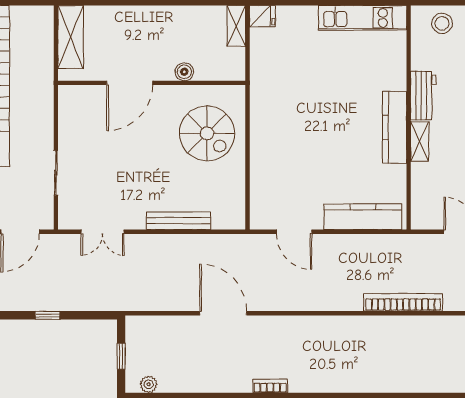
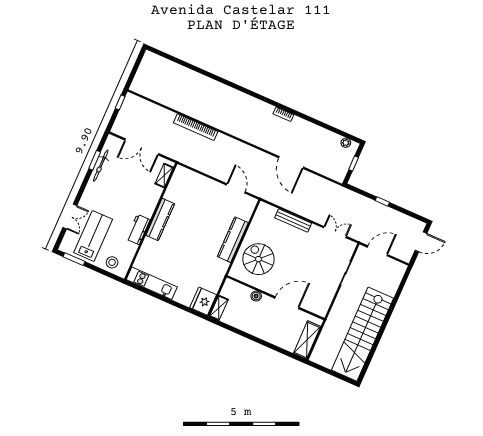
fridge: (262, 16) -> (203, 301), width x1.88, depth x1.34
shelving: (420, 141) -> (164, 176), moved
kitchen counter: (363, 217) -> (233, 240), moved, turned 90

